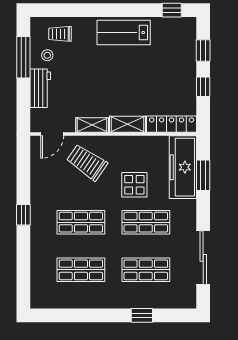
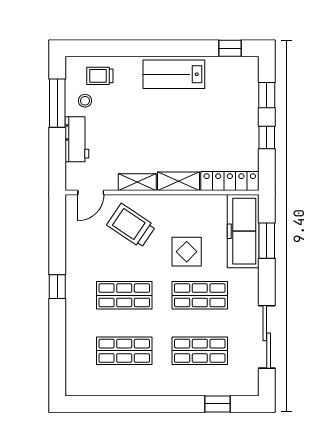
window: (142, 315) -> (217, 404), moved

